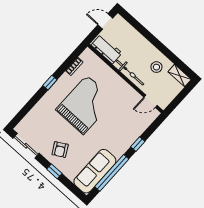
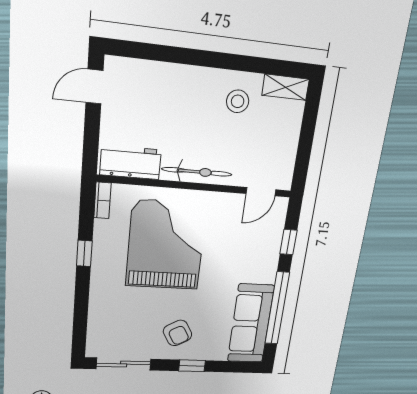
workbench: (107, 49) -> (131, 162), moved
bicycle: (130, 73) -> (197, 172), moved
wall: (125, 78) -> (196, 186), moved
door: (151, 101) -> (261, 192), moved

